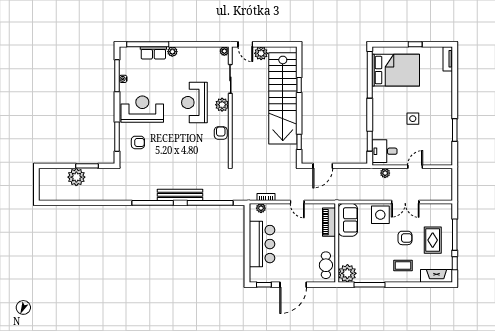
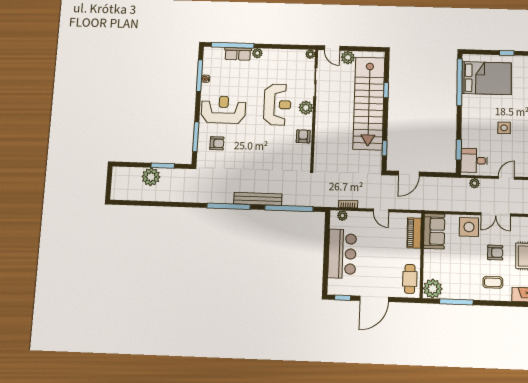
reception desk: (194, 102) -> (277, 105), turned 180

